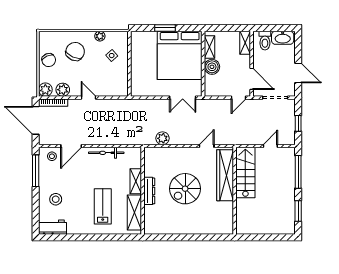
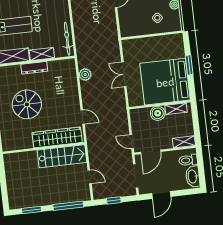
double door: (183, 98) -> (124, 74), moved
bicycle: (106, 153) -> (67, 39), moved
spiral stairs: (185, 189) -> (27, 104), moved

